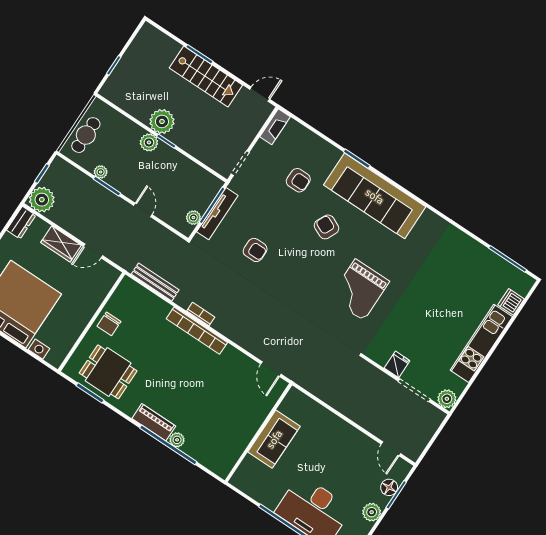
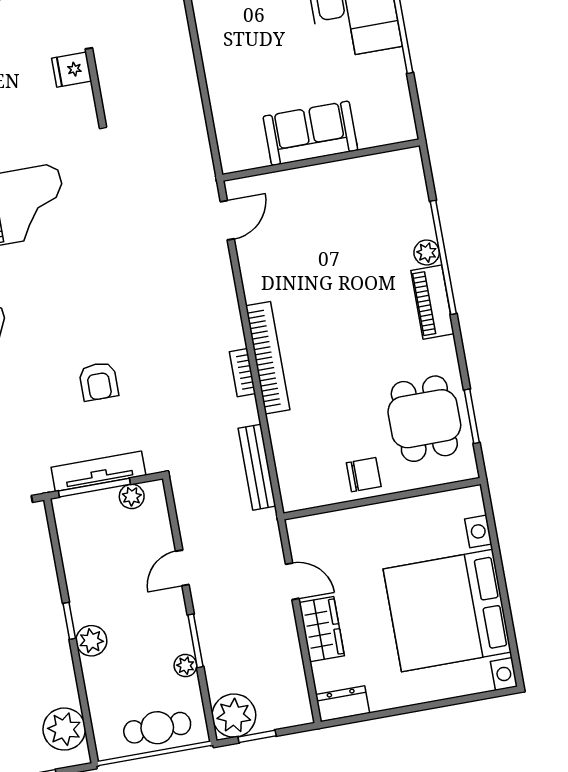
plant: (162, 121) -> (64, 729), moved
plant: (42, 200) -> (234, 716), moved
armchair: (255, 250) -> (99, 381), turned 180

